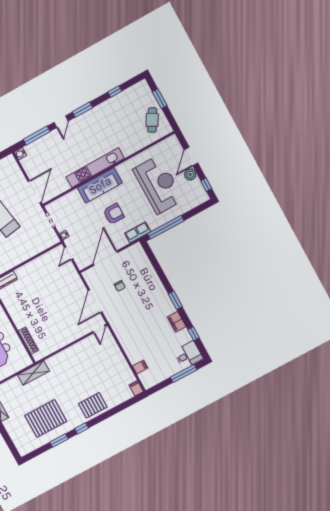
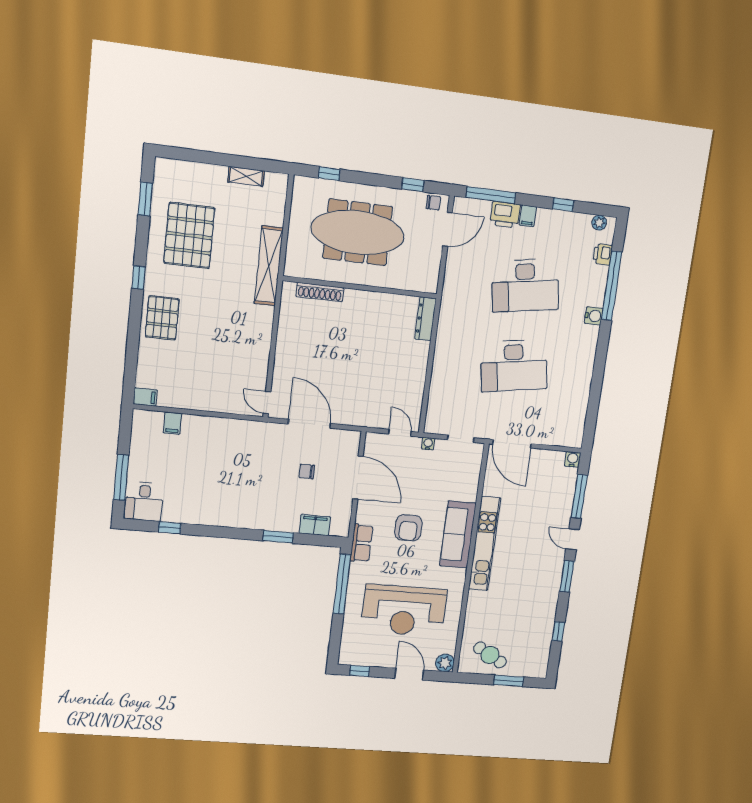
plant: (190, 174) -> (445, 663), moved
window: (175, 300) -> (278, 537), moved
filing cabinet: (177, 322) -> (315, 525), moved
shelving: (33, 373) -> (269, 266), width x1.47
window: (59, 440) -> (145, 199), moved

